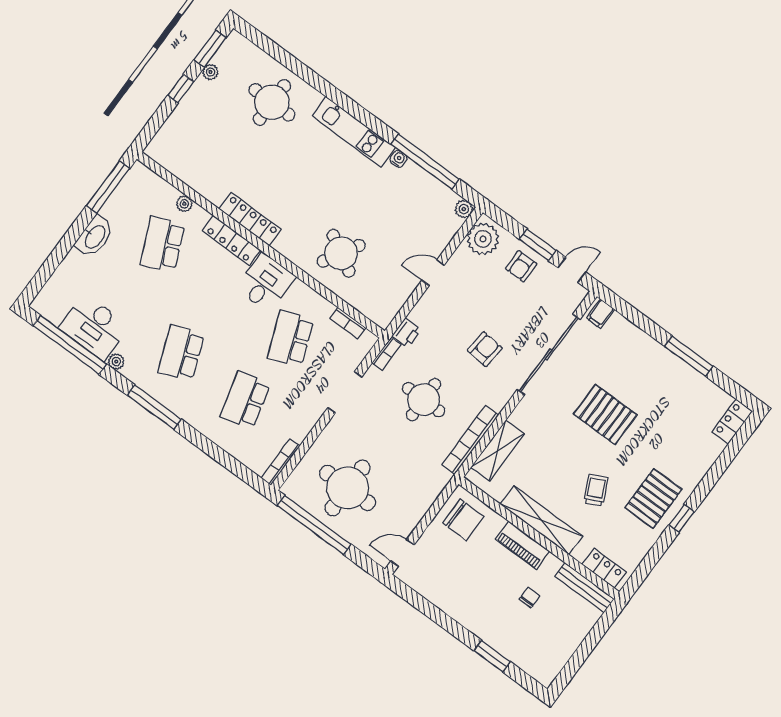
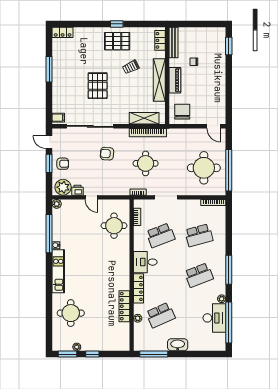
locker: (250, 219) -> (124, 306), moved
round table: (341, 253) -> (114, 226), moved, turned -30
printer: (407, 333) -> (77, 190), moved
window: (492, 656) -> (229, 46), moved

